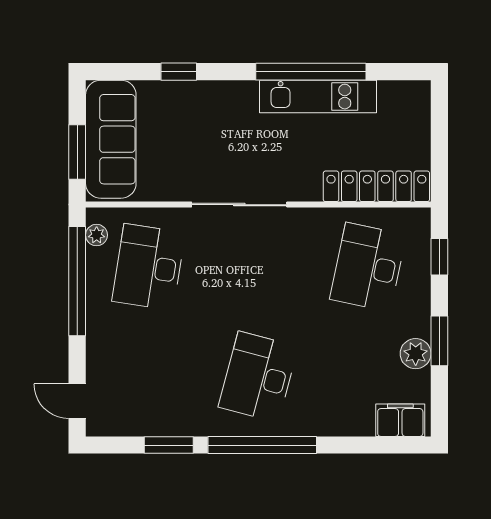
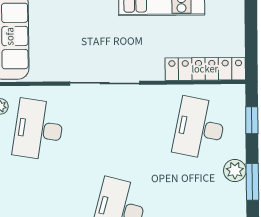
plant: (416, 354) -> (235, 170), moved

